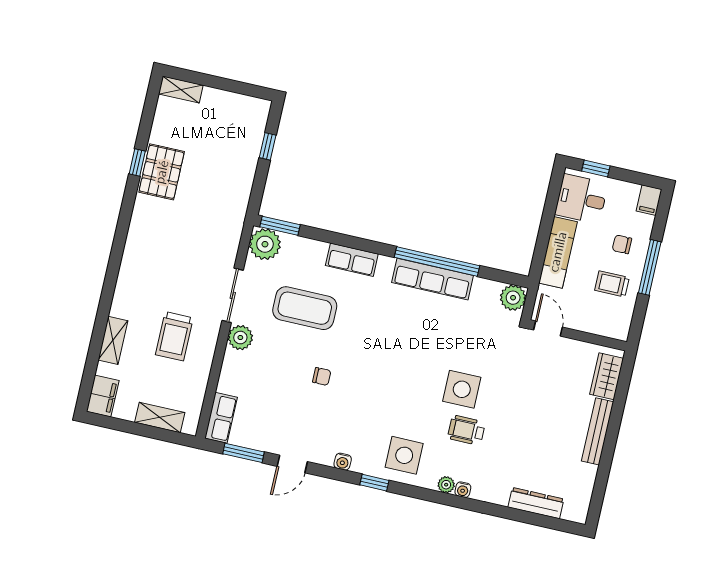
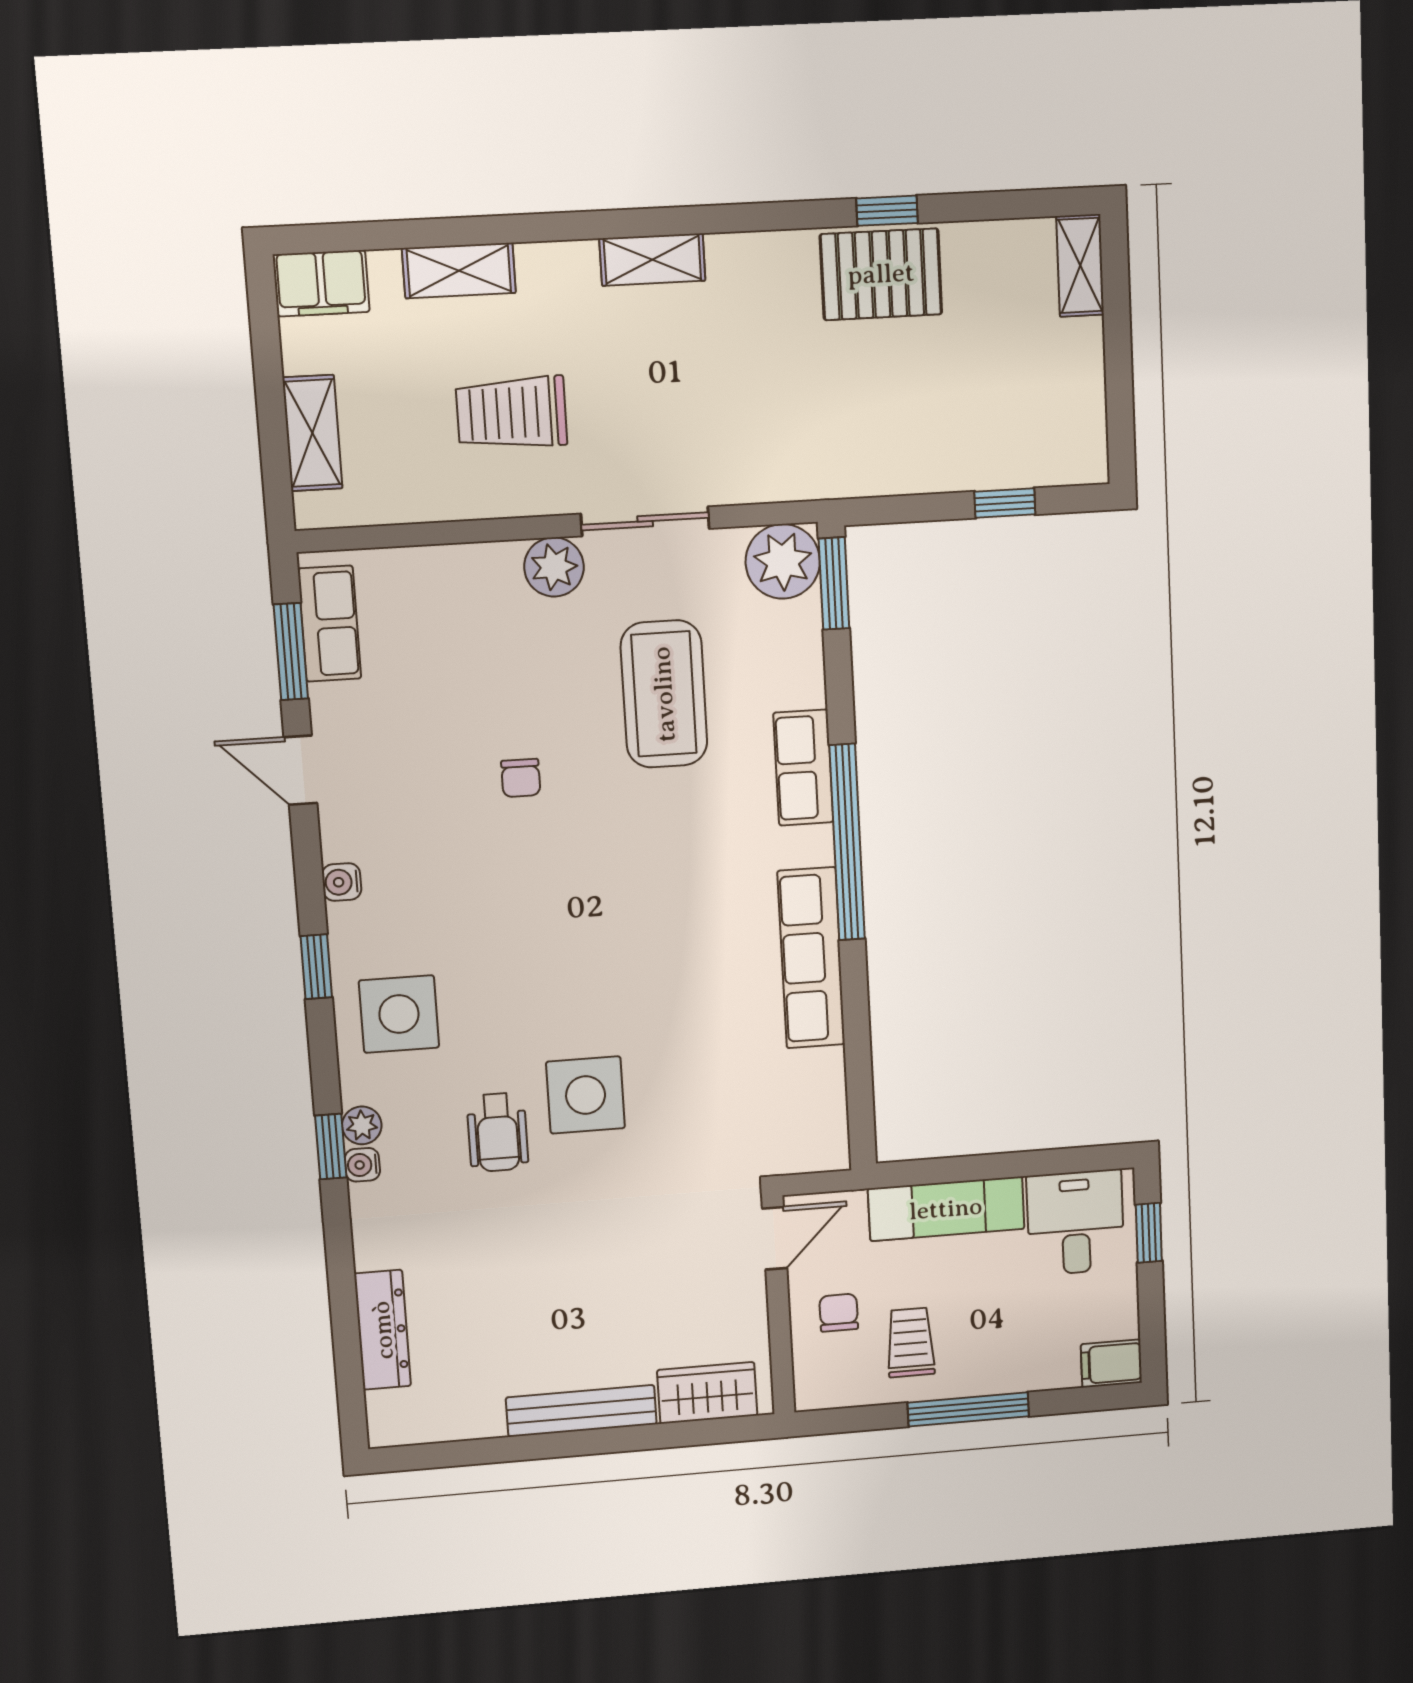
chair: (622, 244) -> (839, 1313), moved
window: (437, 261) -> (847, 842), moved
shelving: (130, 262) -> (652, 260), added
plant: (513, 298) -> (820, 1144), removed
row of seats: (221, 418) -> (329, 624), moved, turned -90
wheelchair: (466, 430) -> (498, 1132), turned 180
window: (451, 500) -> (331, 1146), added

